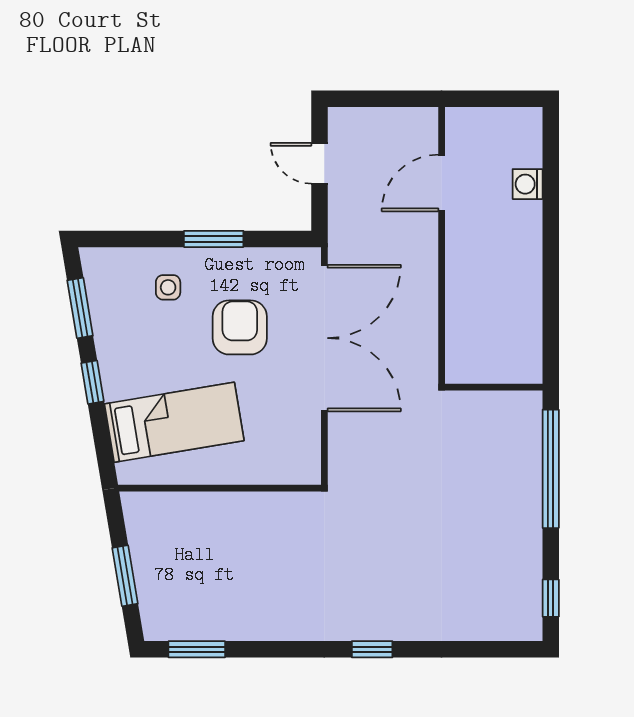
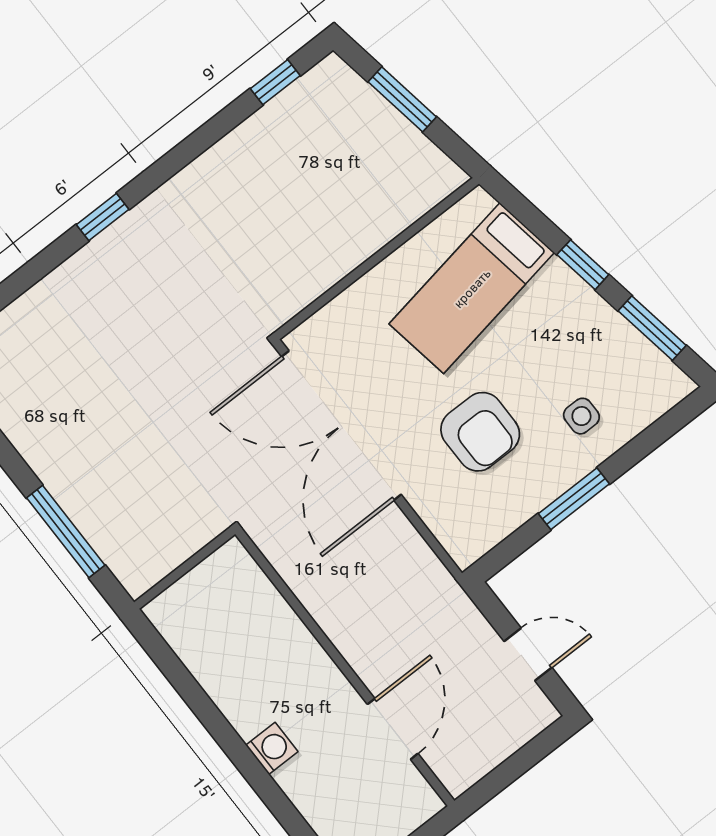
washing machine: (528, 184) -> (272, 748), moved
double door: (324, 338) -> (341, 426), moved
window: (551, 469) -> (66, 532), width x0.68
window: (197, 649) -> (275, 82), width x0.67

